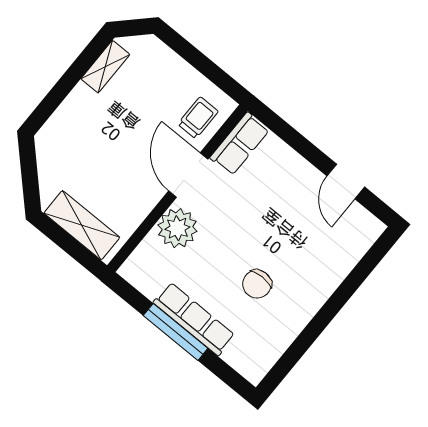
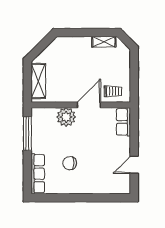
row of seats: (240, 144) -> (123, 122), moved, turned 90
row of seats: (194, 319) -> (38, 174), moved
window: (176, 332) -> (27, 133), moved

